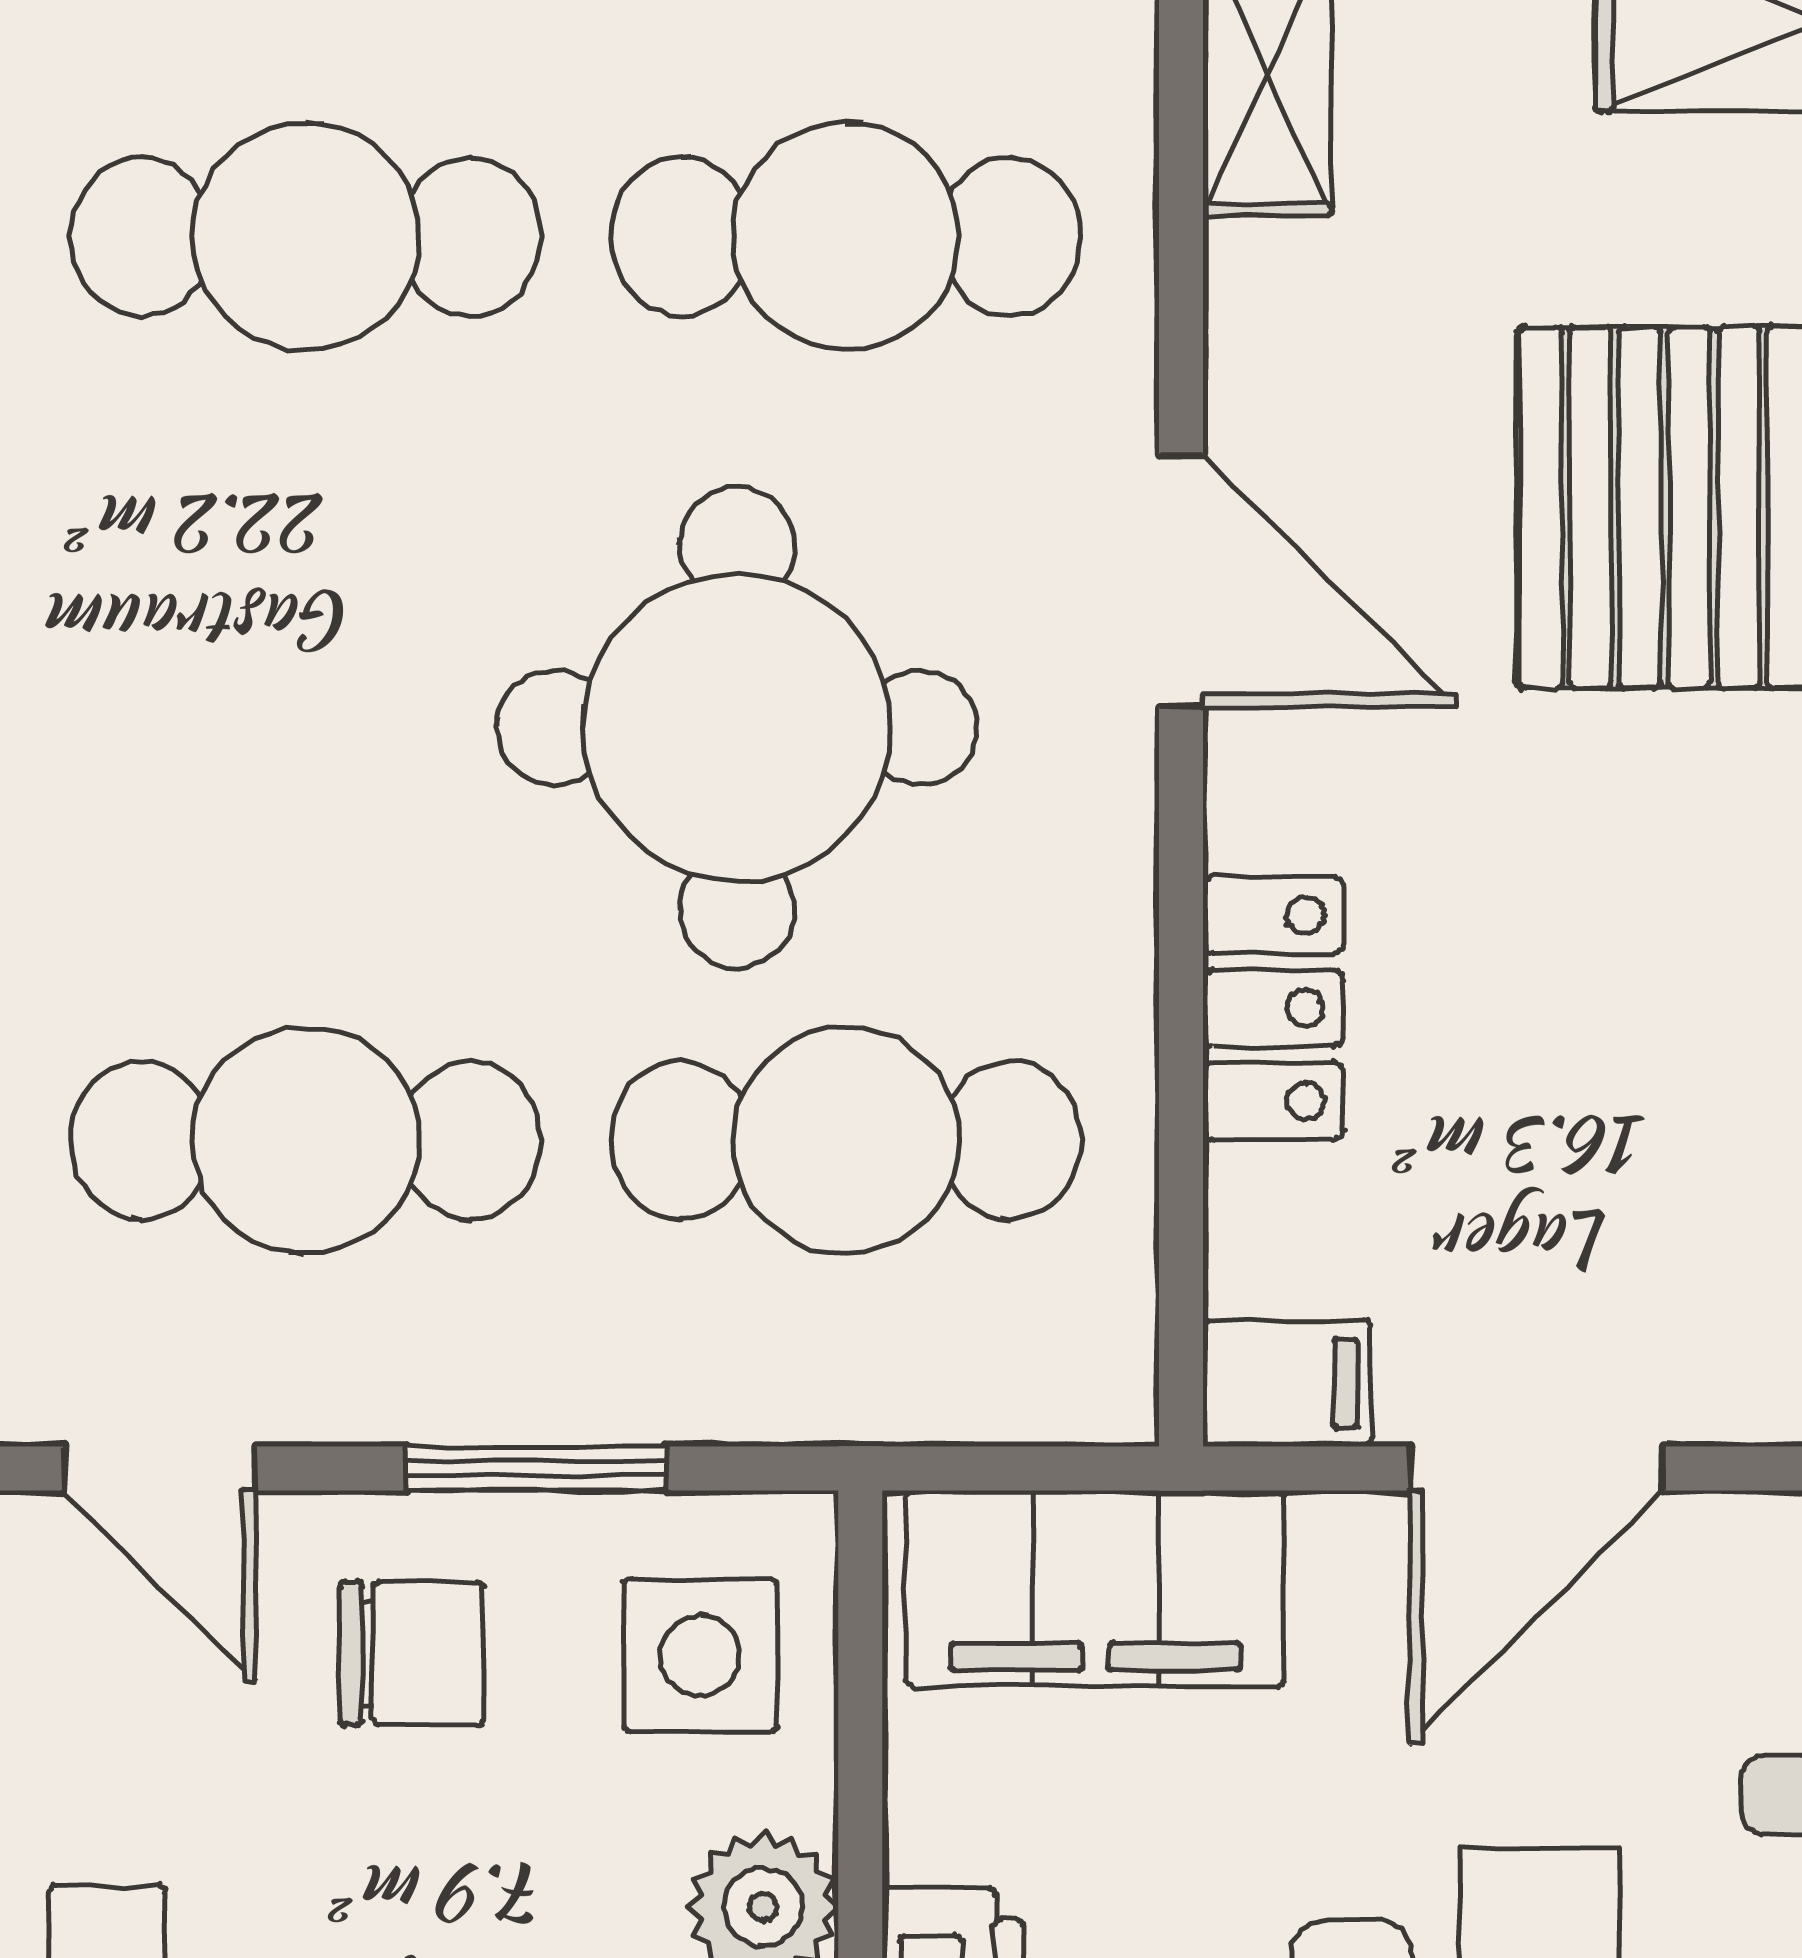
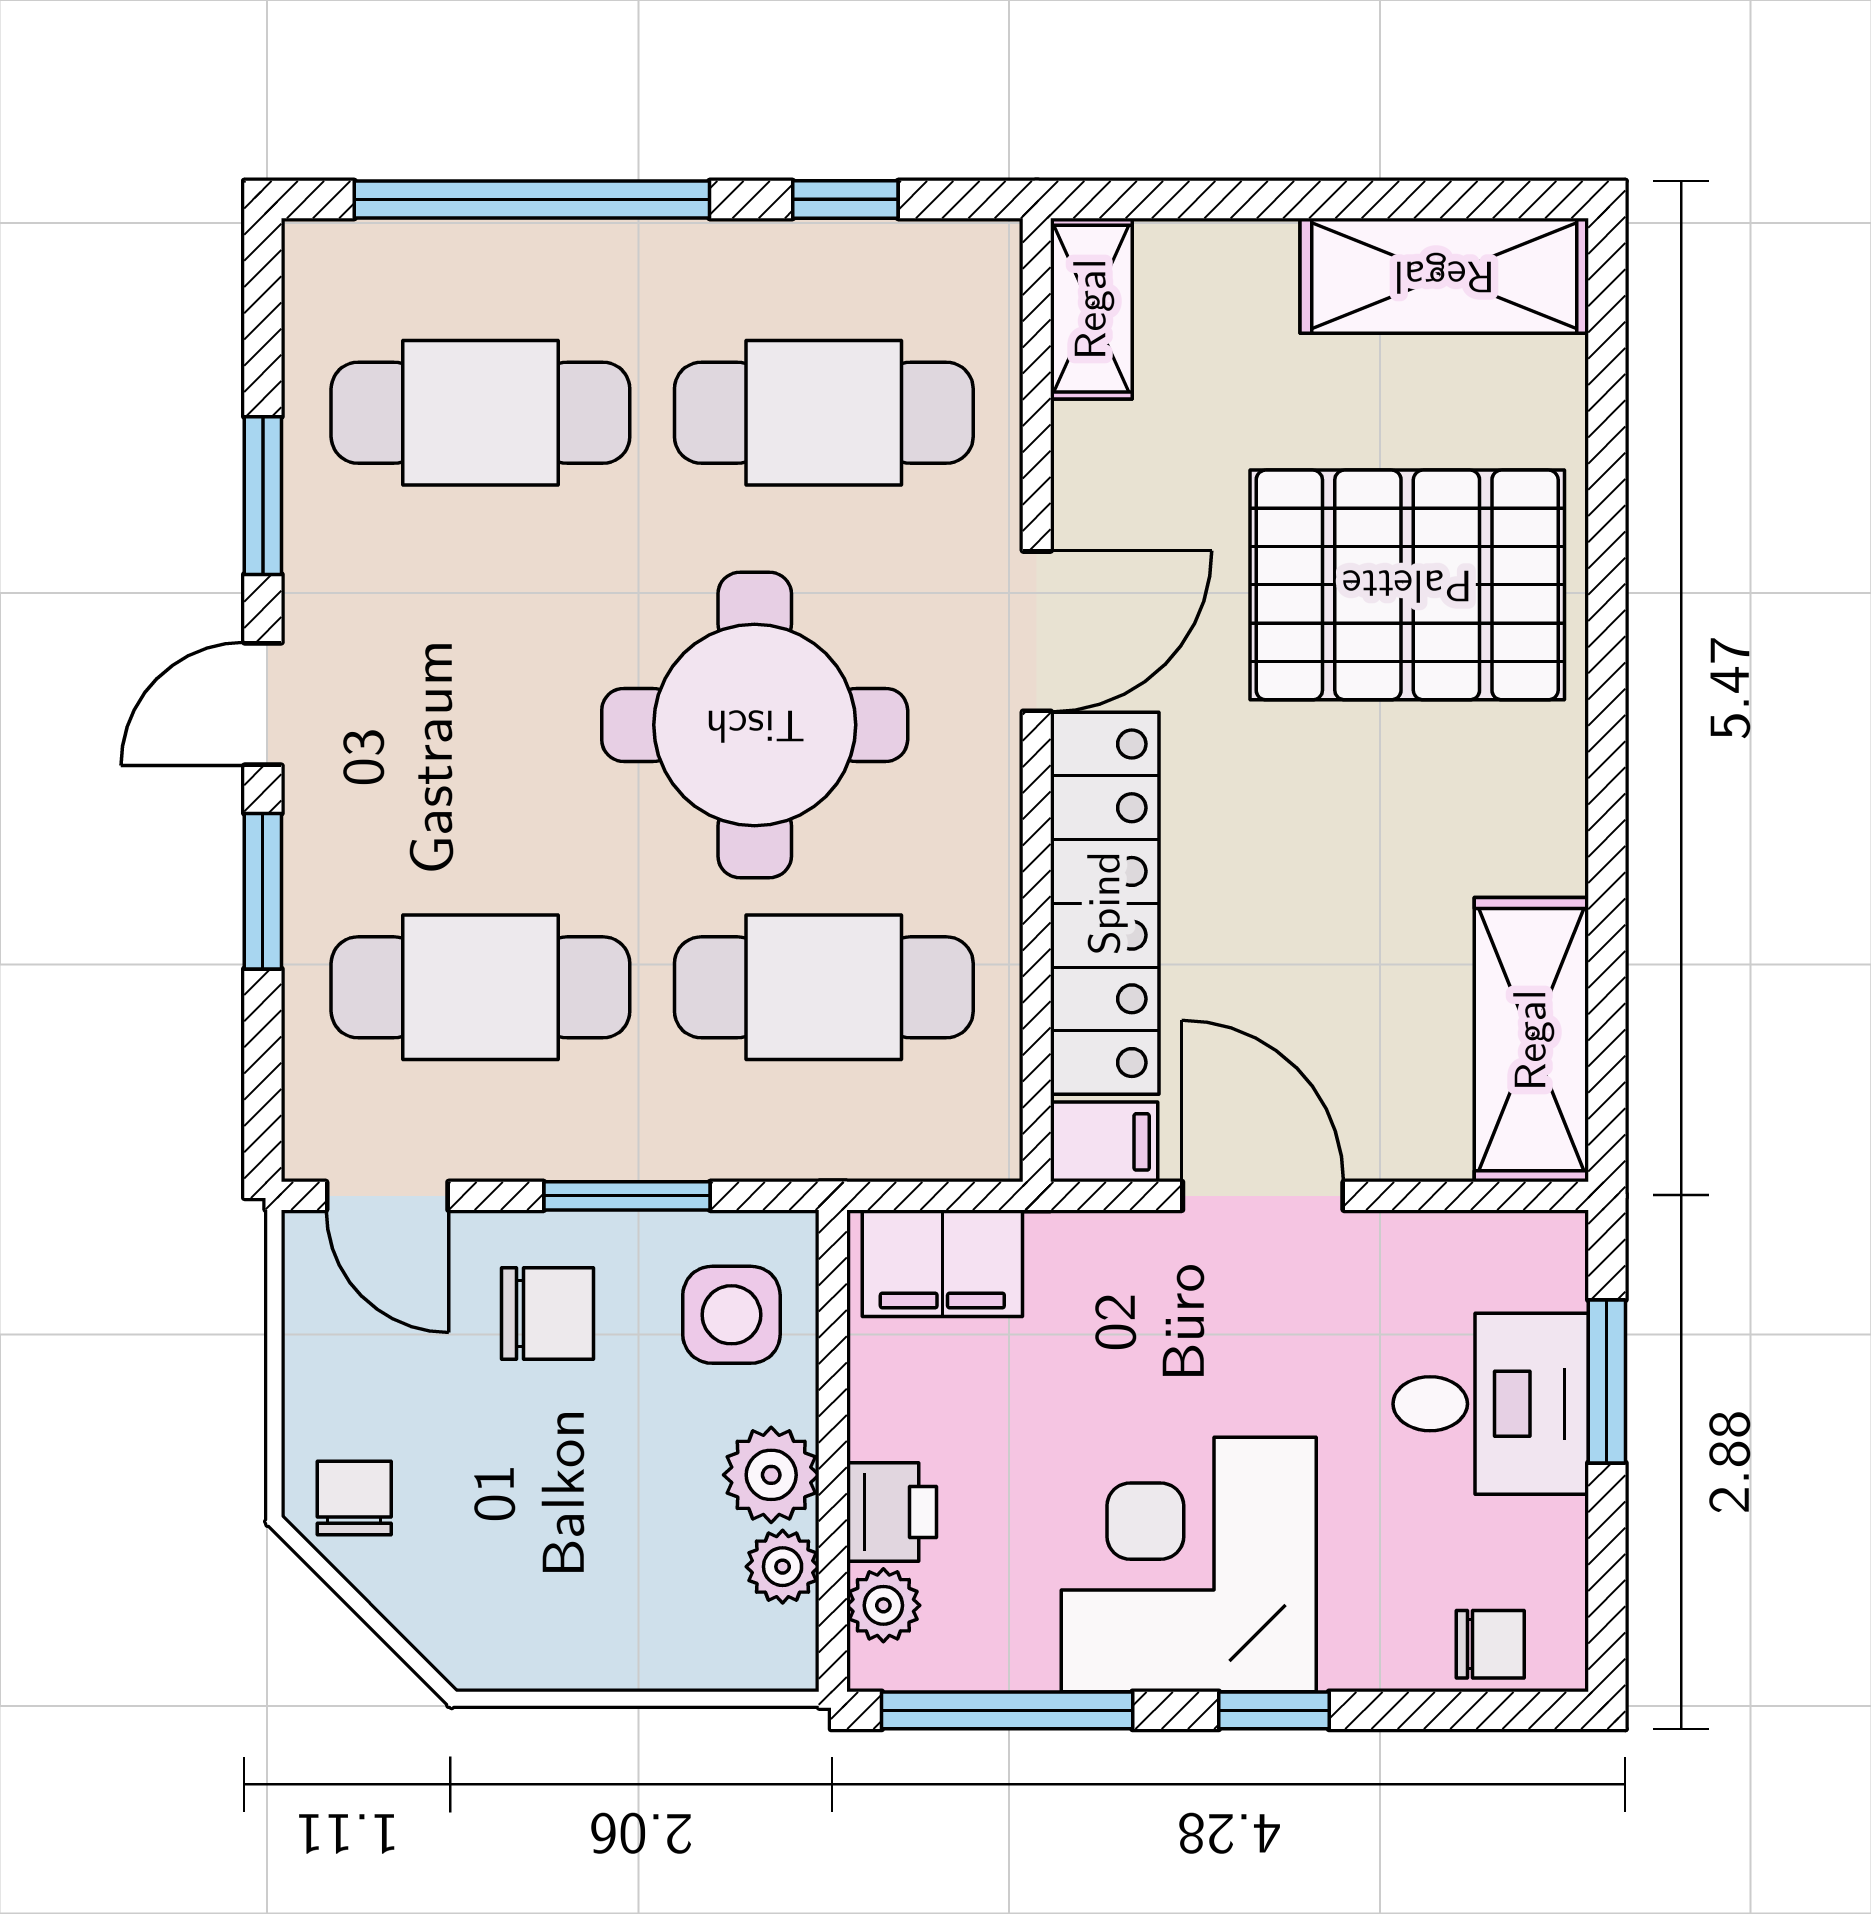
door: (1181, 580) -> (1037, 631), hinge flipped
locker: (1273, 1008) -> (1105, 903), width x2.16, depth x1.21
door: (1536, 1468) -> (1263, 1196), swing flipped
filing cabinet: (1095, 1588) -> (942, 1263), width x0.67, depth x0.86

